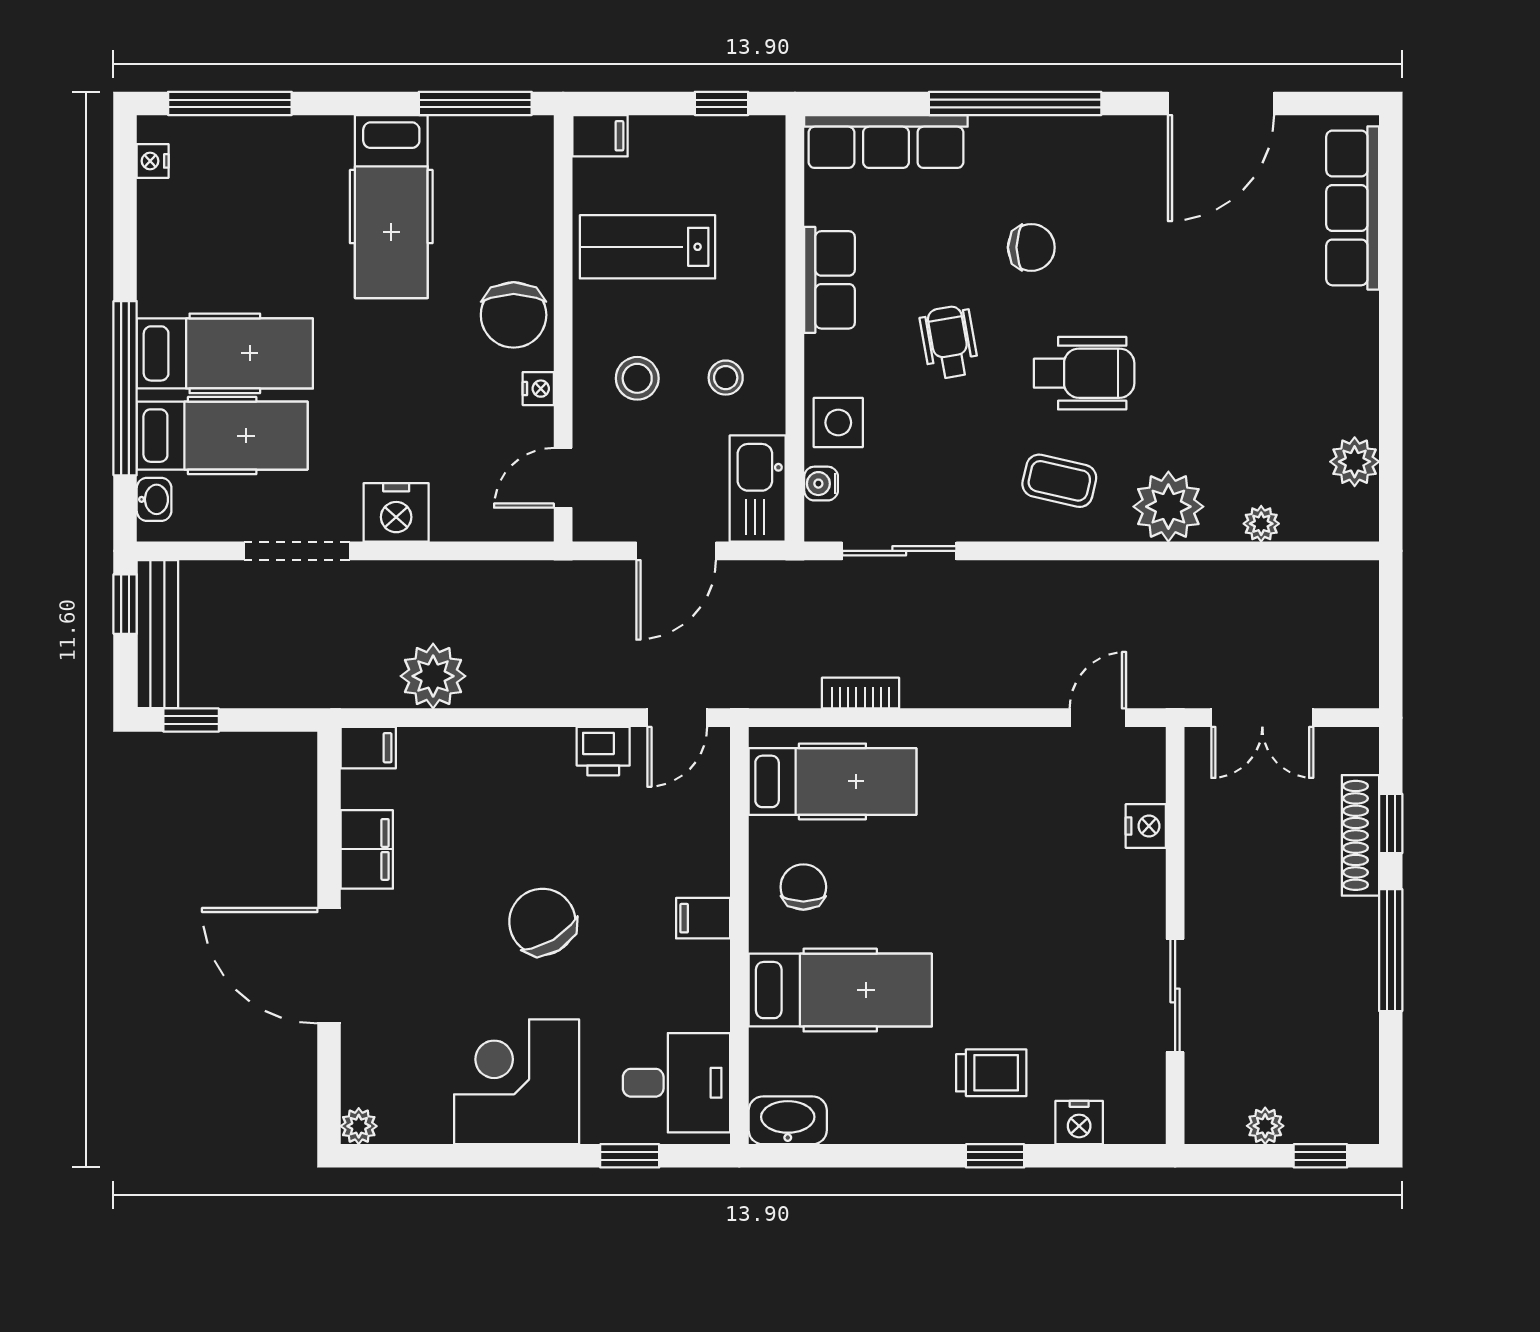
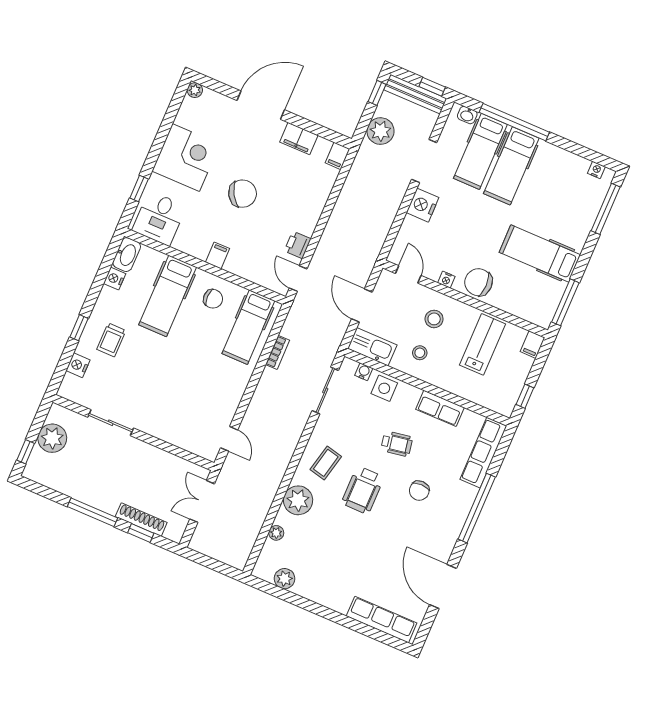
plant: (433, 676) -> (380, 131), moved
nightstand: (1146, 826) -> (115, 279), moved, turned 90
plant: (1265, 1126) -> (52, 438), width x1.88, depth x1.88

